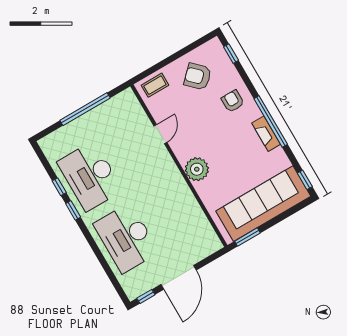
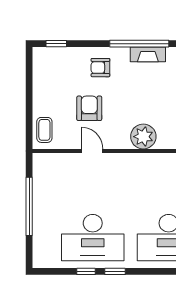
armchair: (198, 76) -> (89, 108), moved, turned 135

